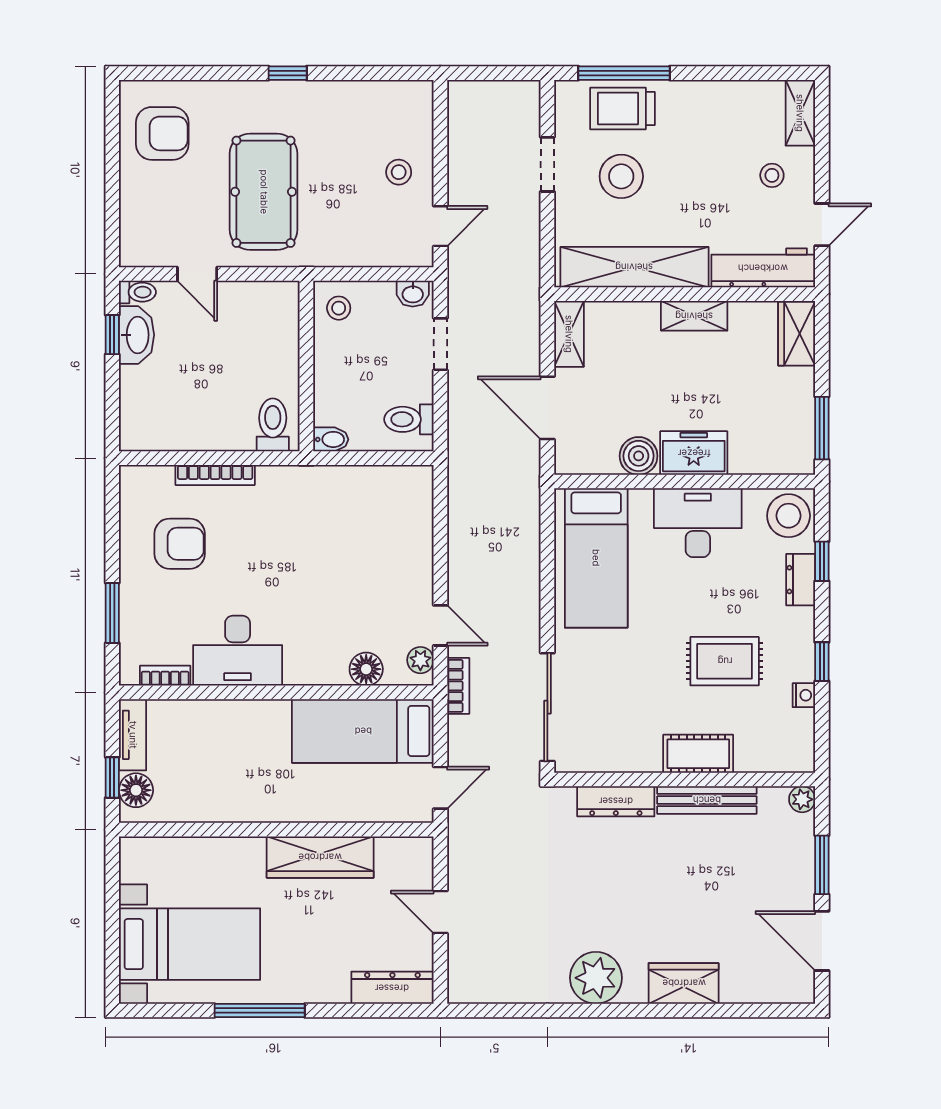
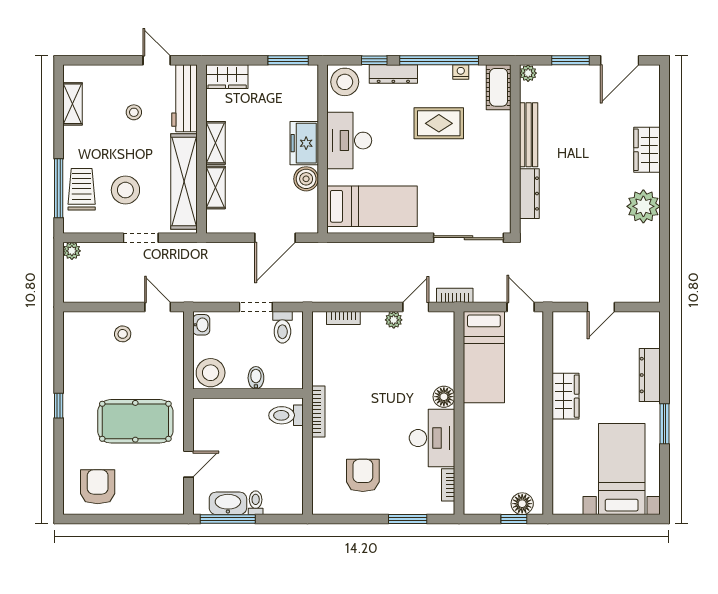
plant: (527, 93) -> (72, 251), added
trolley: (622, 108) -> (82, 189), turned 180
shelving: (800, 113) -> (73, 104), moved, turned 90
doorway: (547, 164) -> (141, 238), moved
stool: (772, 175) -> (134, 112), moved
toilet: (137, 292) -> (256, 503), moved
stool: (339, 308) -> (211, 373), width x1.89, depth x1.89
shelving: (569, 334) -> (215, 187), moved, turned 90
window: (112, 335) -> (228, 519), width x2.17
doorway: (440, 344) -> (256, 307), moved
bidet: (331, 439) -> (256, 378), moved
bookcase: (215, 475) -> (318, 412), moved
bookcase: (423, 514) -> (343, 318), added
dresser: (801, 580) -> (393, 74), width x1.44
plant: (420, 660) -> (394, 320), moved
rug: (725, 661) -> (439, 123), turned 90
window: (822, 662) -> (439, 60), width x3.17
floor lamp: (366, 669) -> (444, 397), moved
tv unit: (133, 735) -> (486, 506), removed
cot: (698, 754) -> (499, 87), moved
wardrobe: (320, 857) -> (565, 396), width x0.67
dresser: (392, 988) -> (650, 375), moved
window: (260, 1010) -> (665, 424), width x0.69

